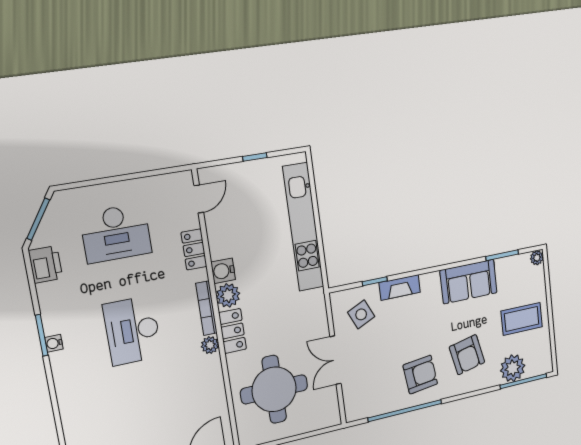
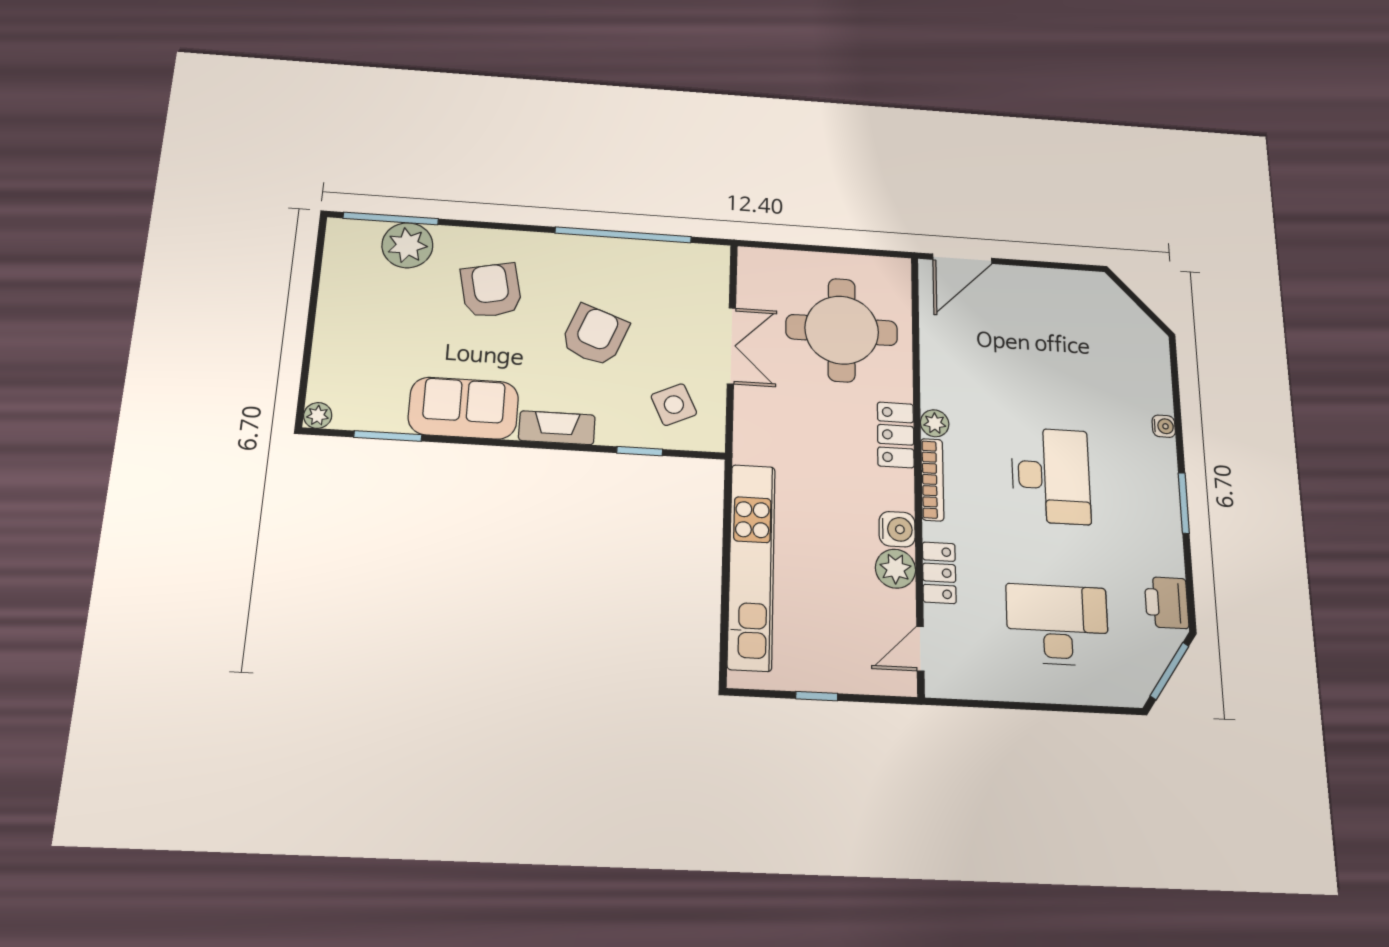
fireplace: (400, 287) -> (557, 428), moved
plant: (228, 295) -> (896, 569), moved
coffee table: (522, 319) -> (372, 321), removed
water cooler: (54, 343) -> (1164, 426), moved
armchair: (420, 375) -> (595, 335), moved, turned 118

